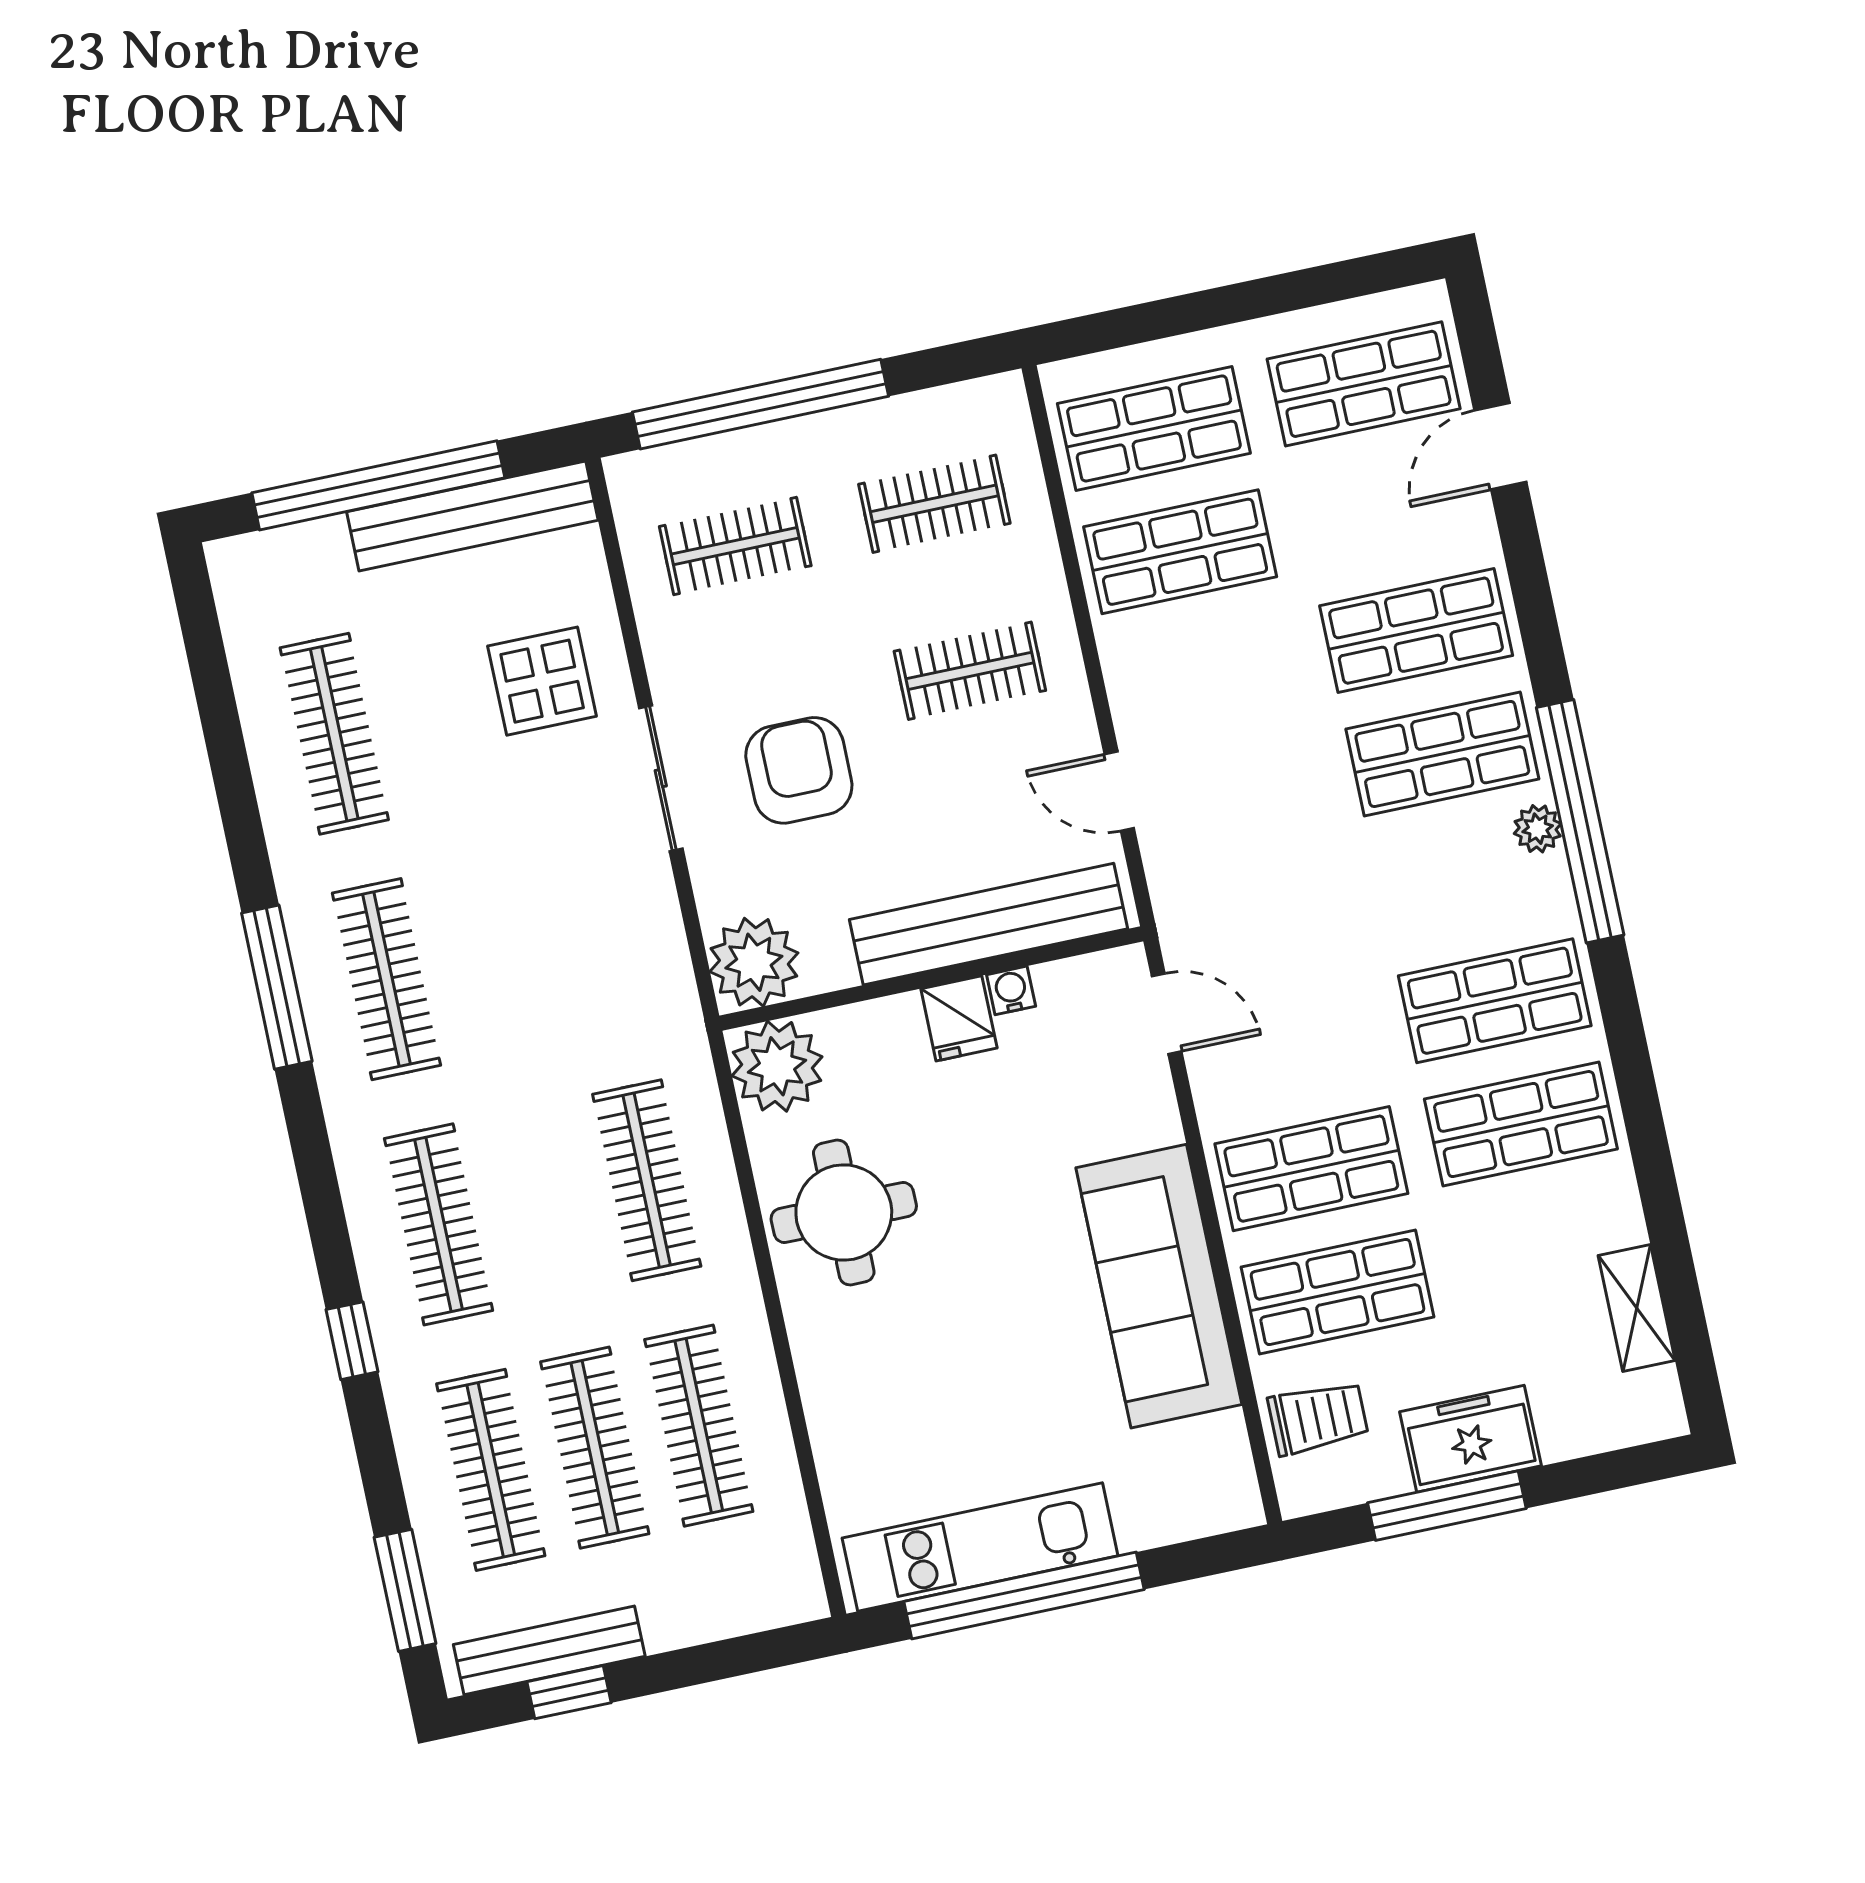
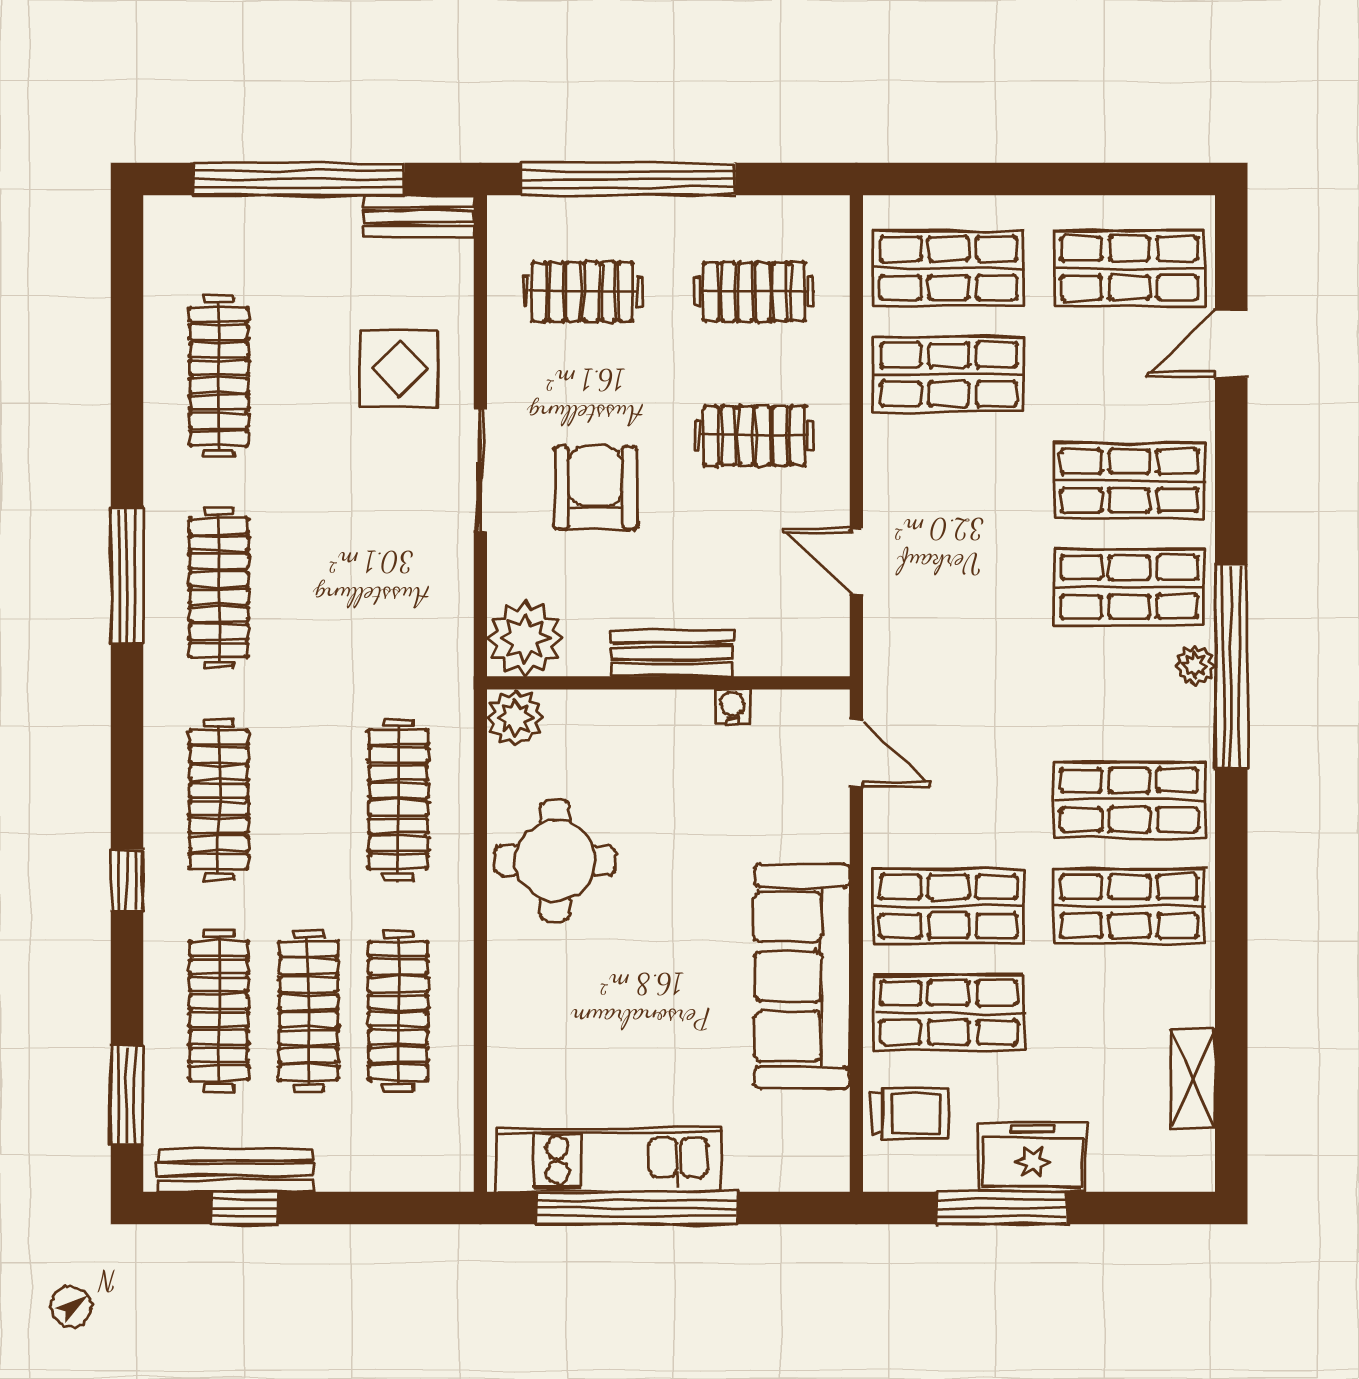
bench: (472, 516) -> (419, 216), width x0.54, depth x0.82
bench: (988, 924) -> (672, 653), width x0.54, depth x0.82
fridge: (959, 1018) -> (684, 721), removed
plant: (777, 1066) -> (515, 718), width x0.73, depth x0.73

